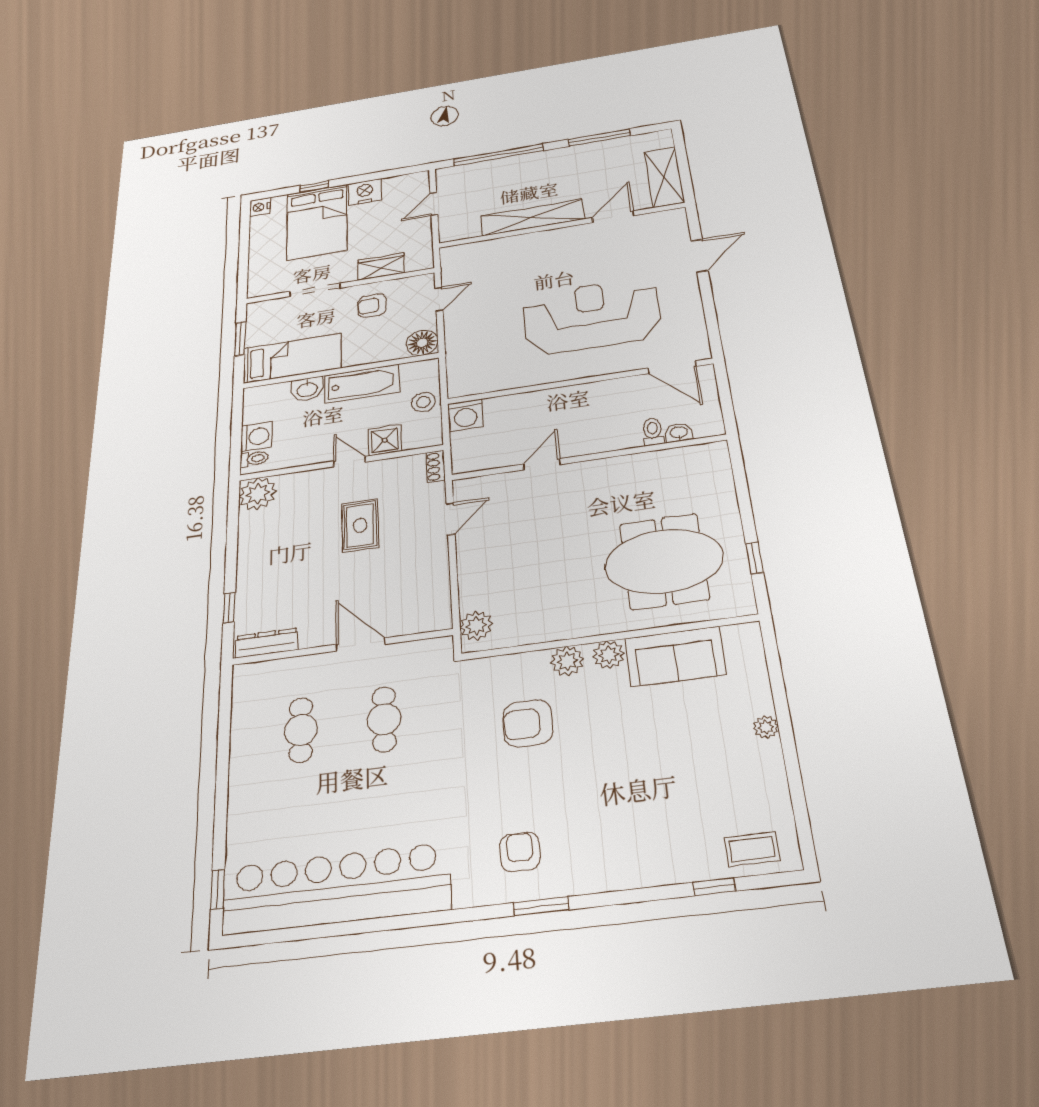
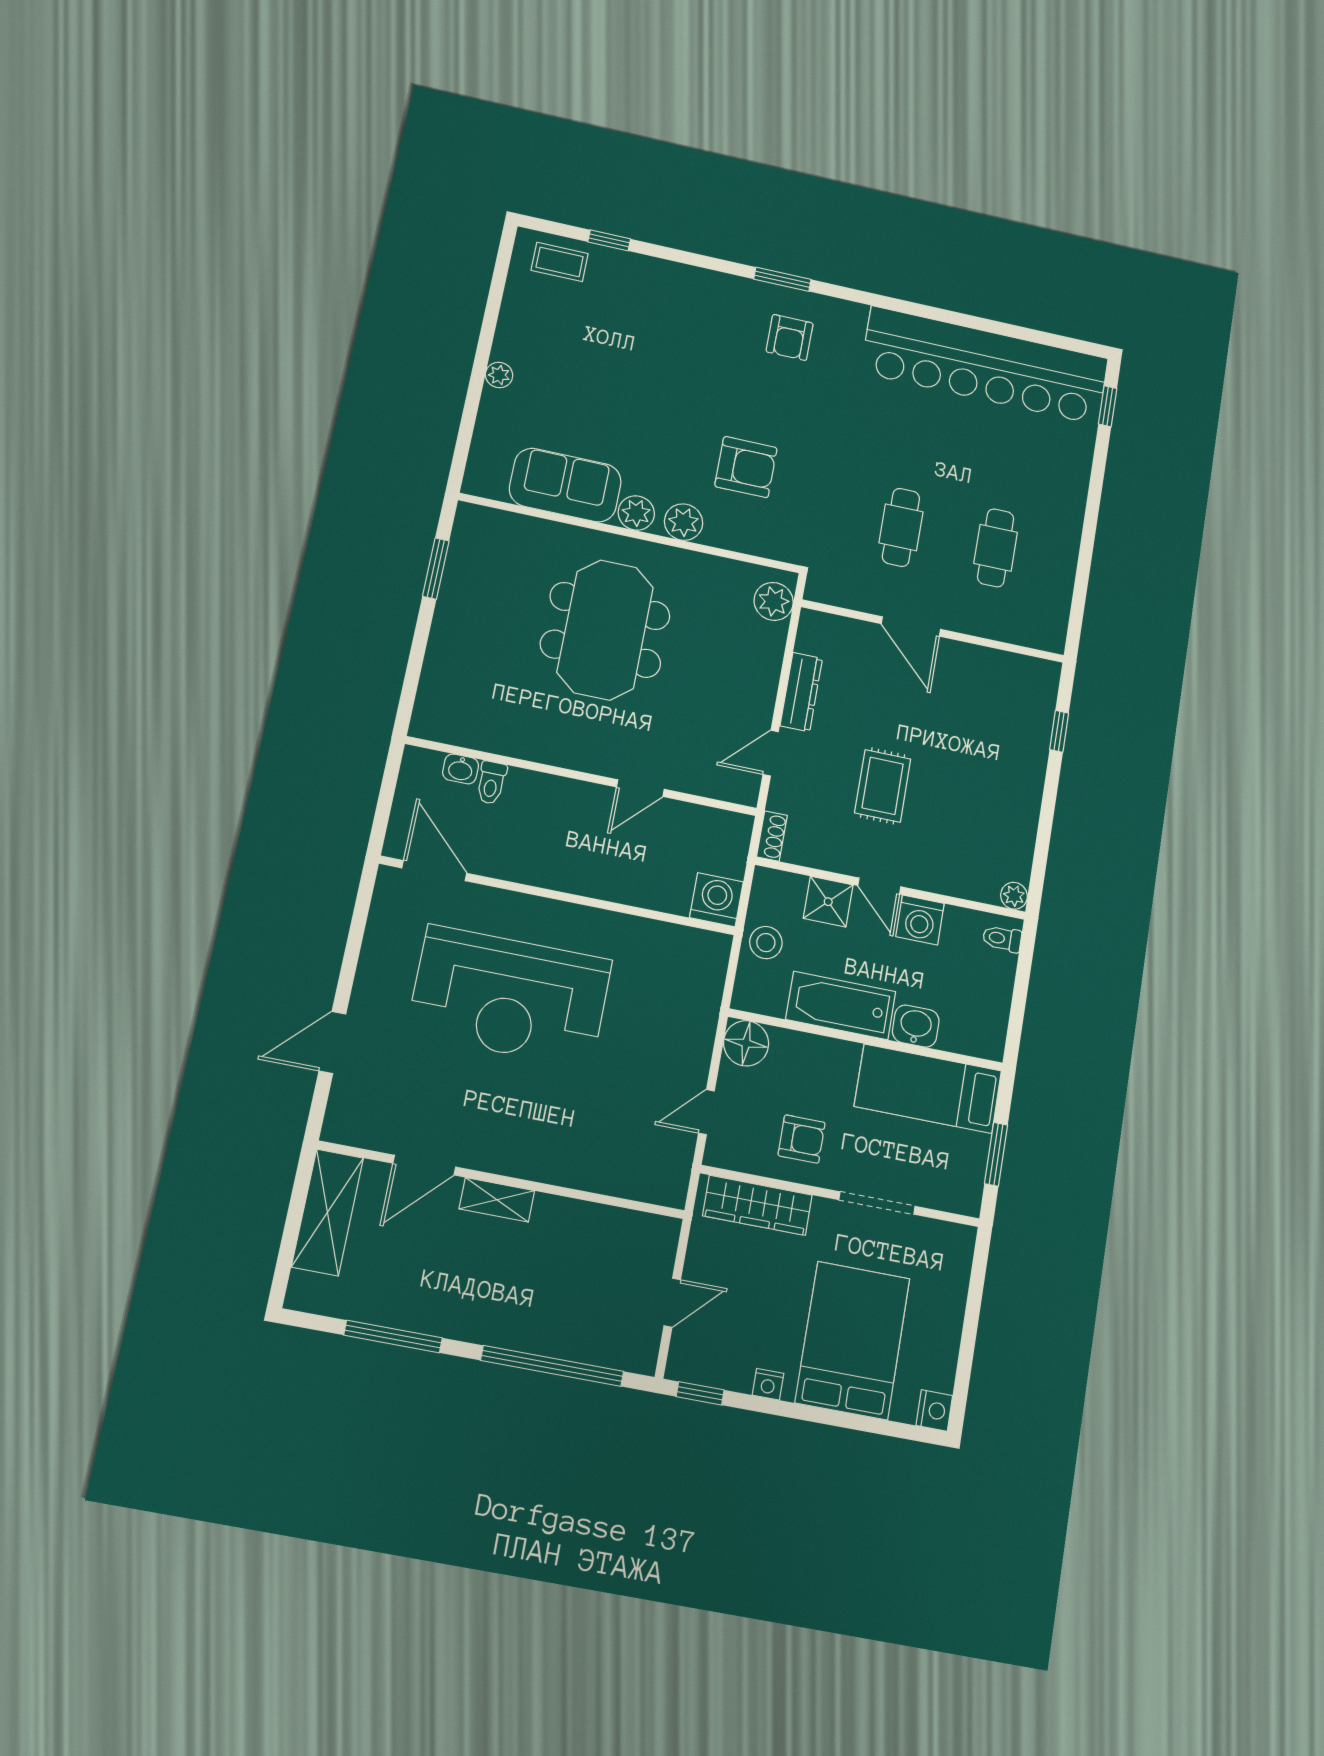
window: (314, 186) -> (700, 1393), moved
nightstand: (365, 192) -> (768, 1384), width x0.53, depth x0.56
shelving: (532, 217) -> (497, 1200), width x0.45, depth x0.75
wardrobe: (381, 266) -> (757, 1205), width x1.50
washing machine: (256, 437) -> (920, 920), moved, turned -90
plant: (258, 494) -> (1014, 896), width x0.53, depth x0.53
window: (754, 558) -> (436, 569), width x1.50
meeting table: (664, 561) -> (605, 630), moved, turned 90
dresser: (267, 643) -> (801, 692), moved, turned -90

